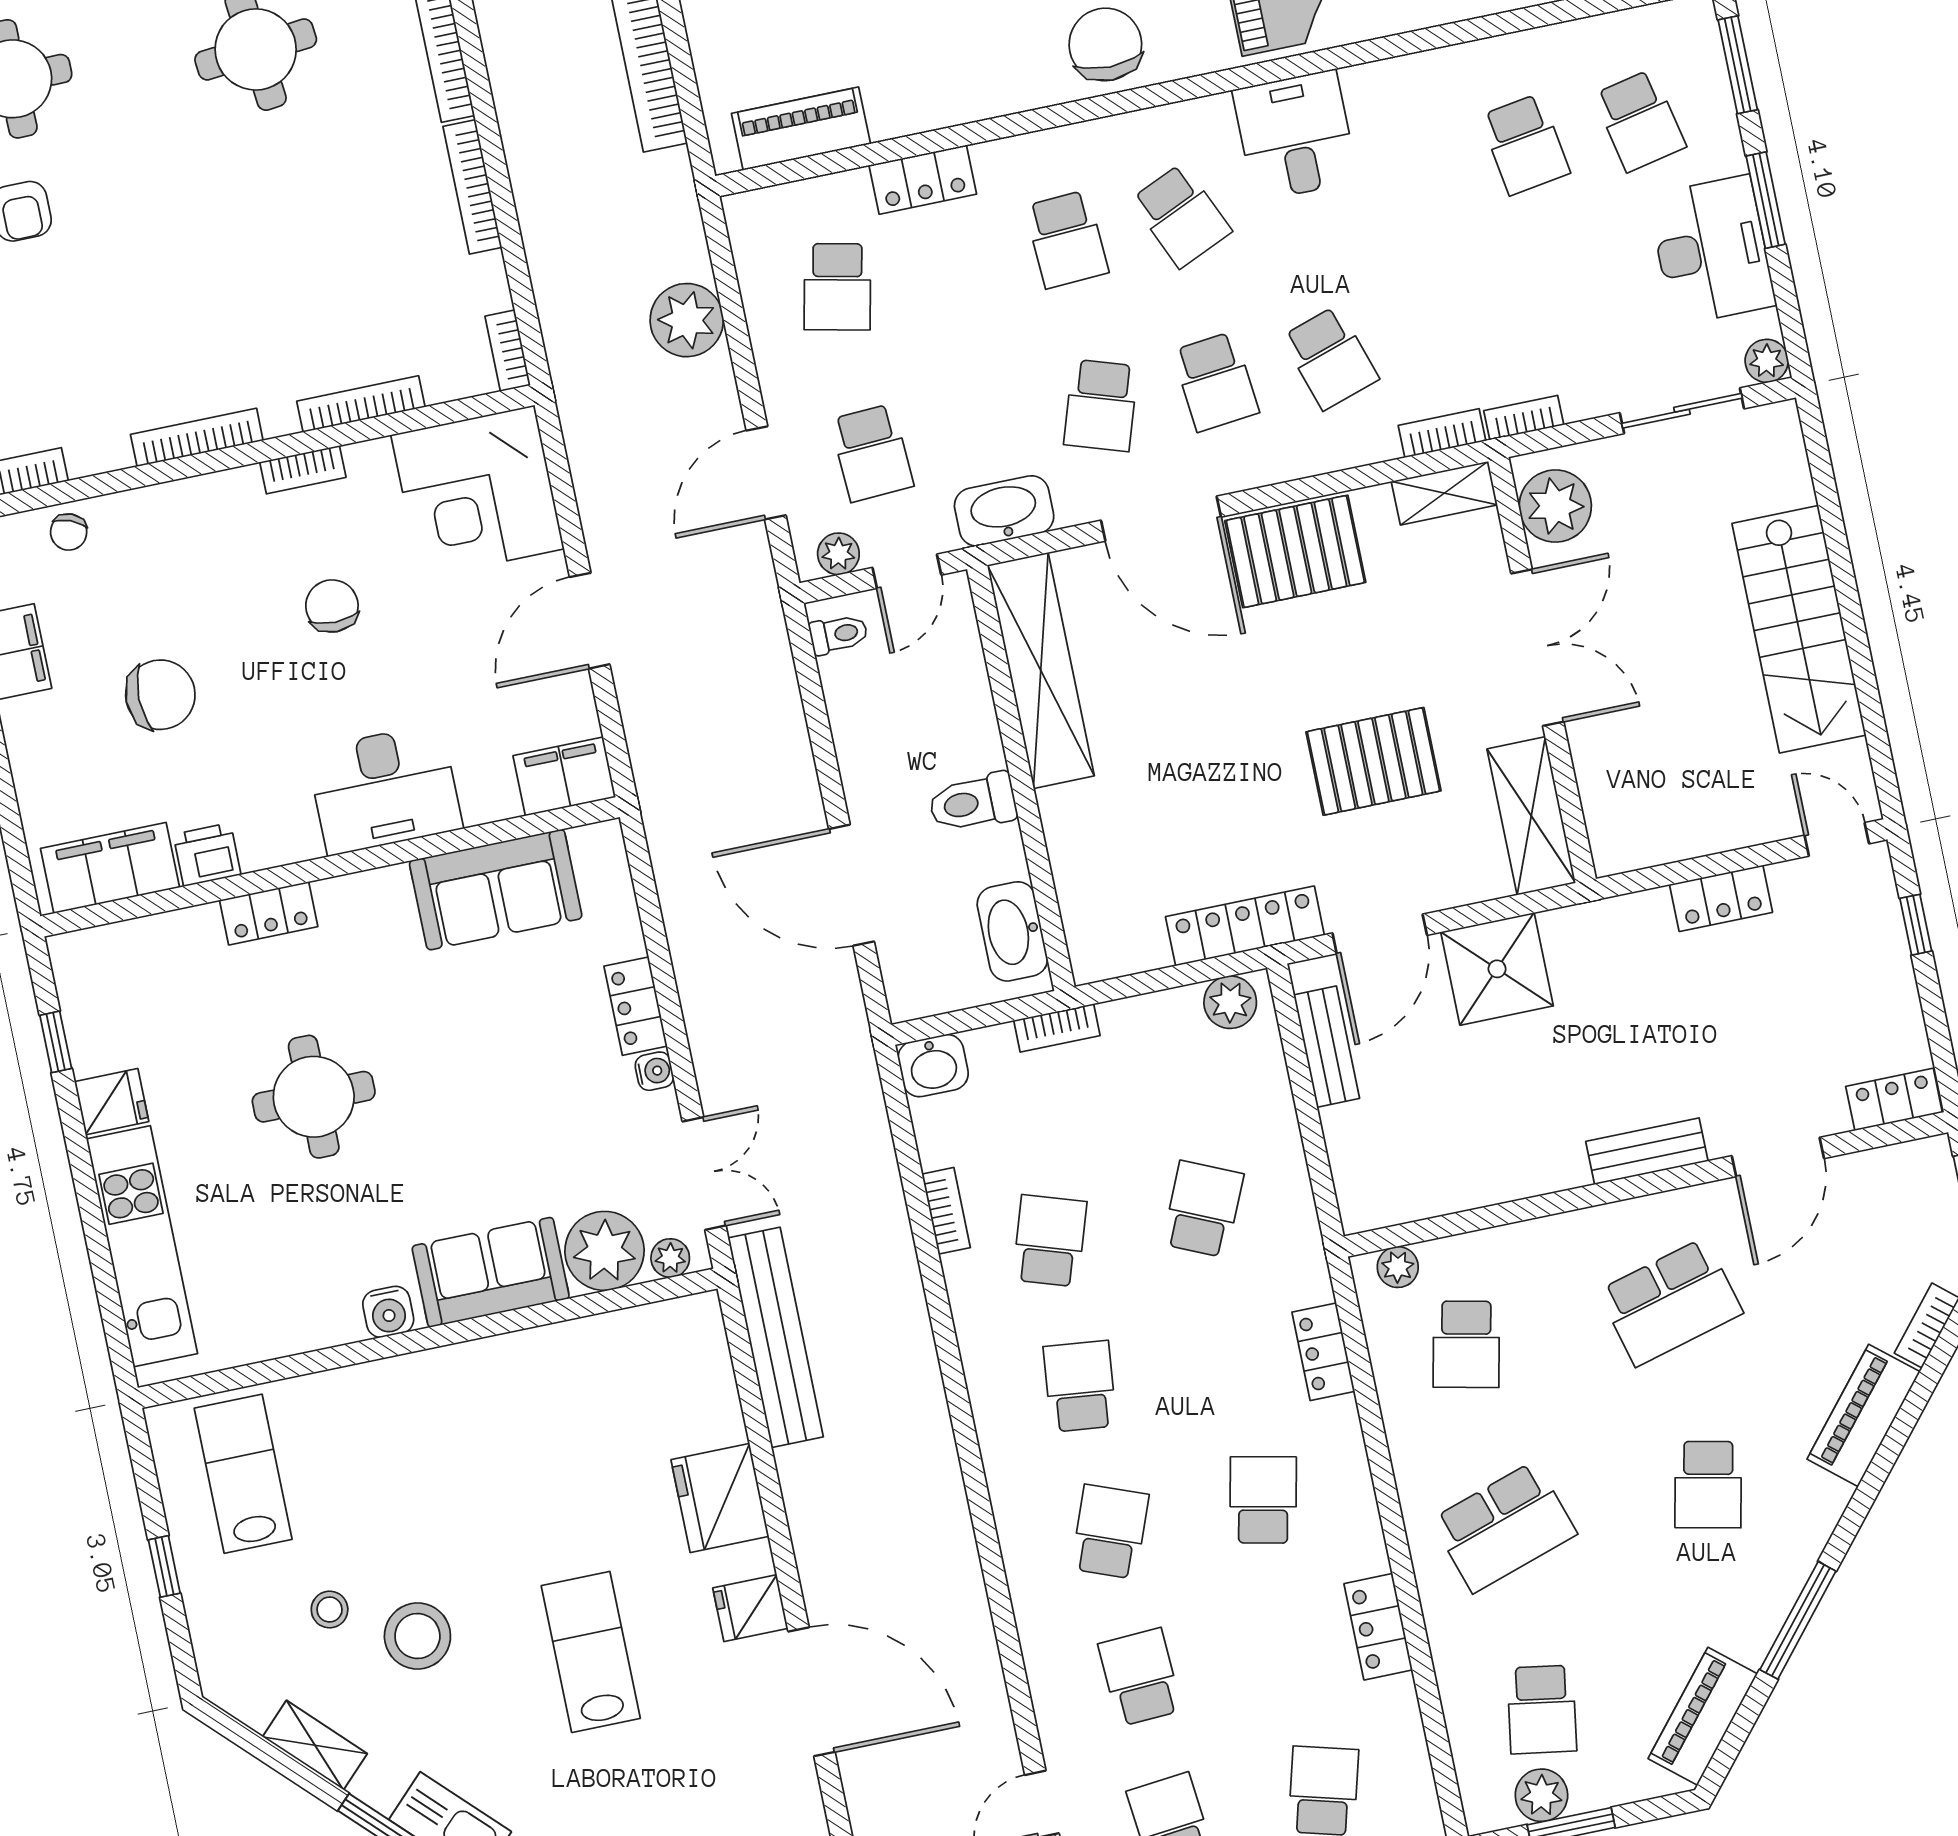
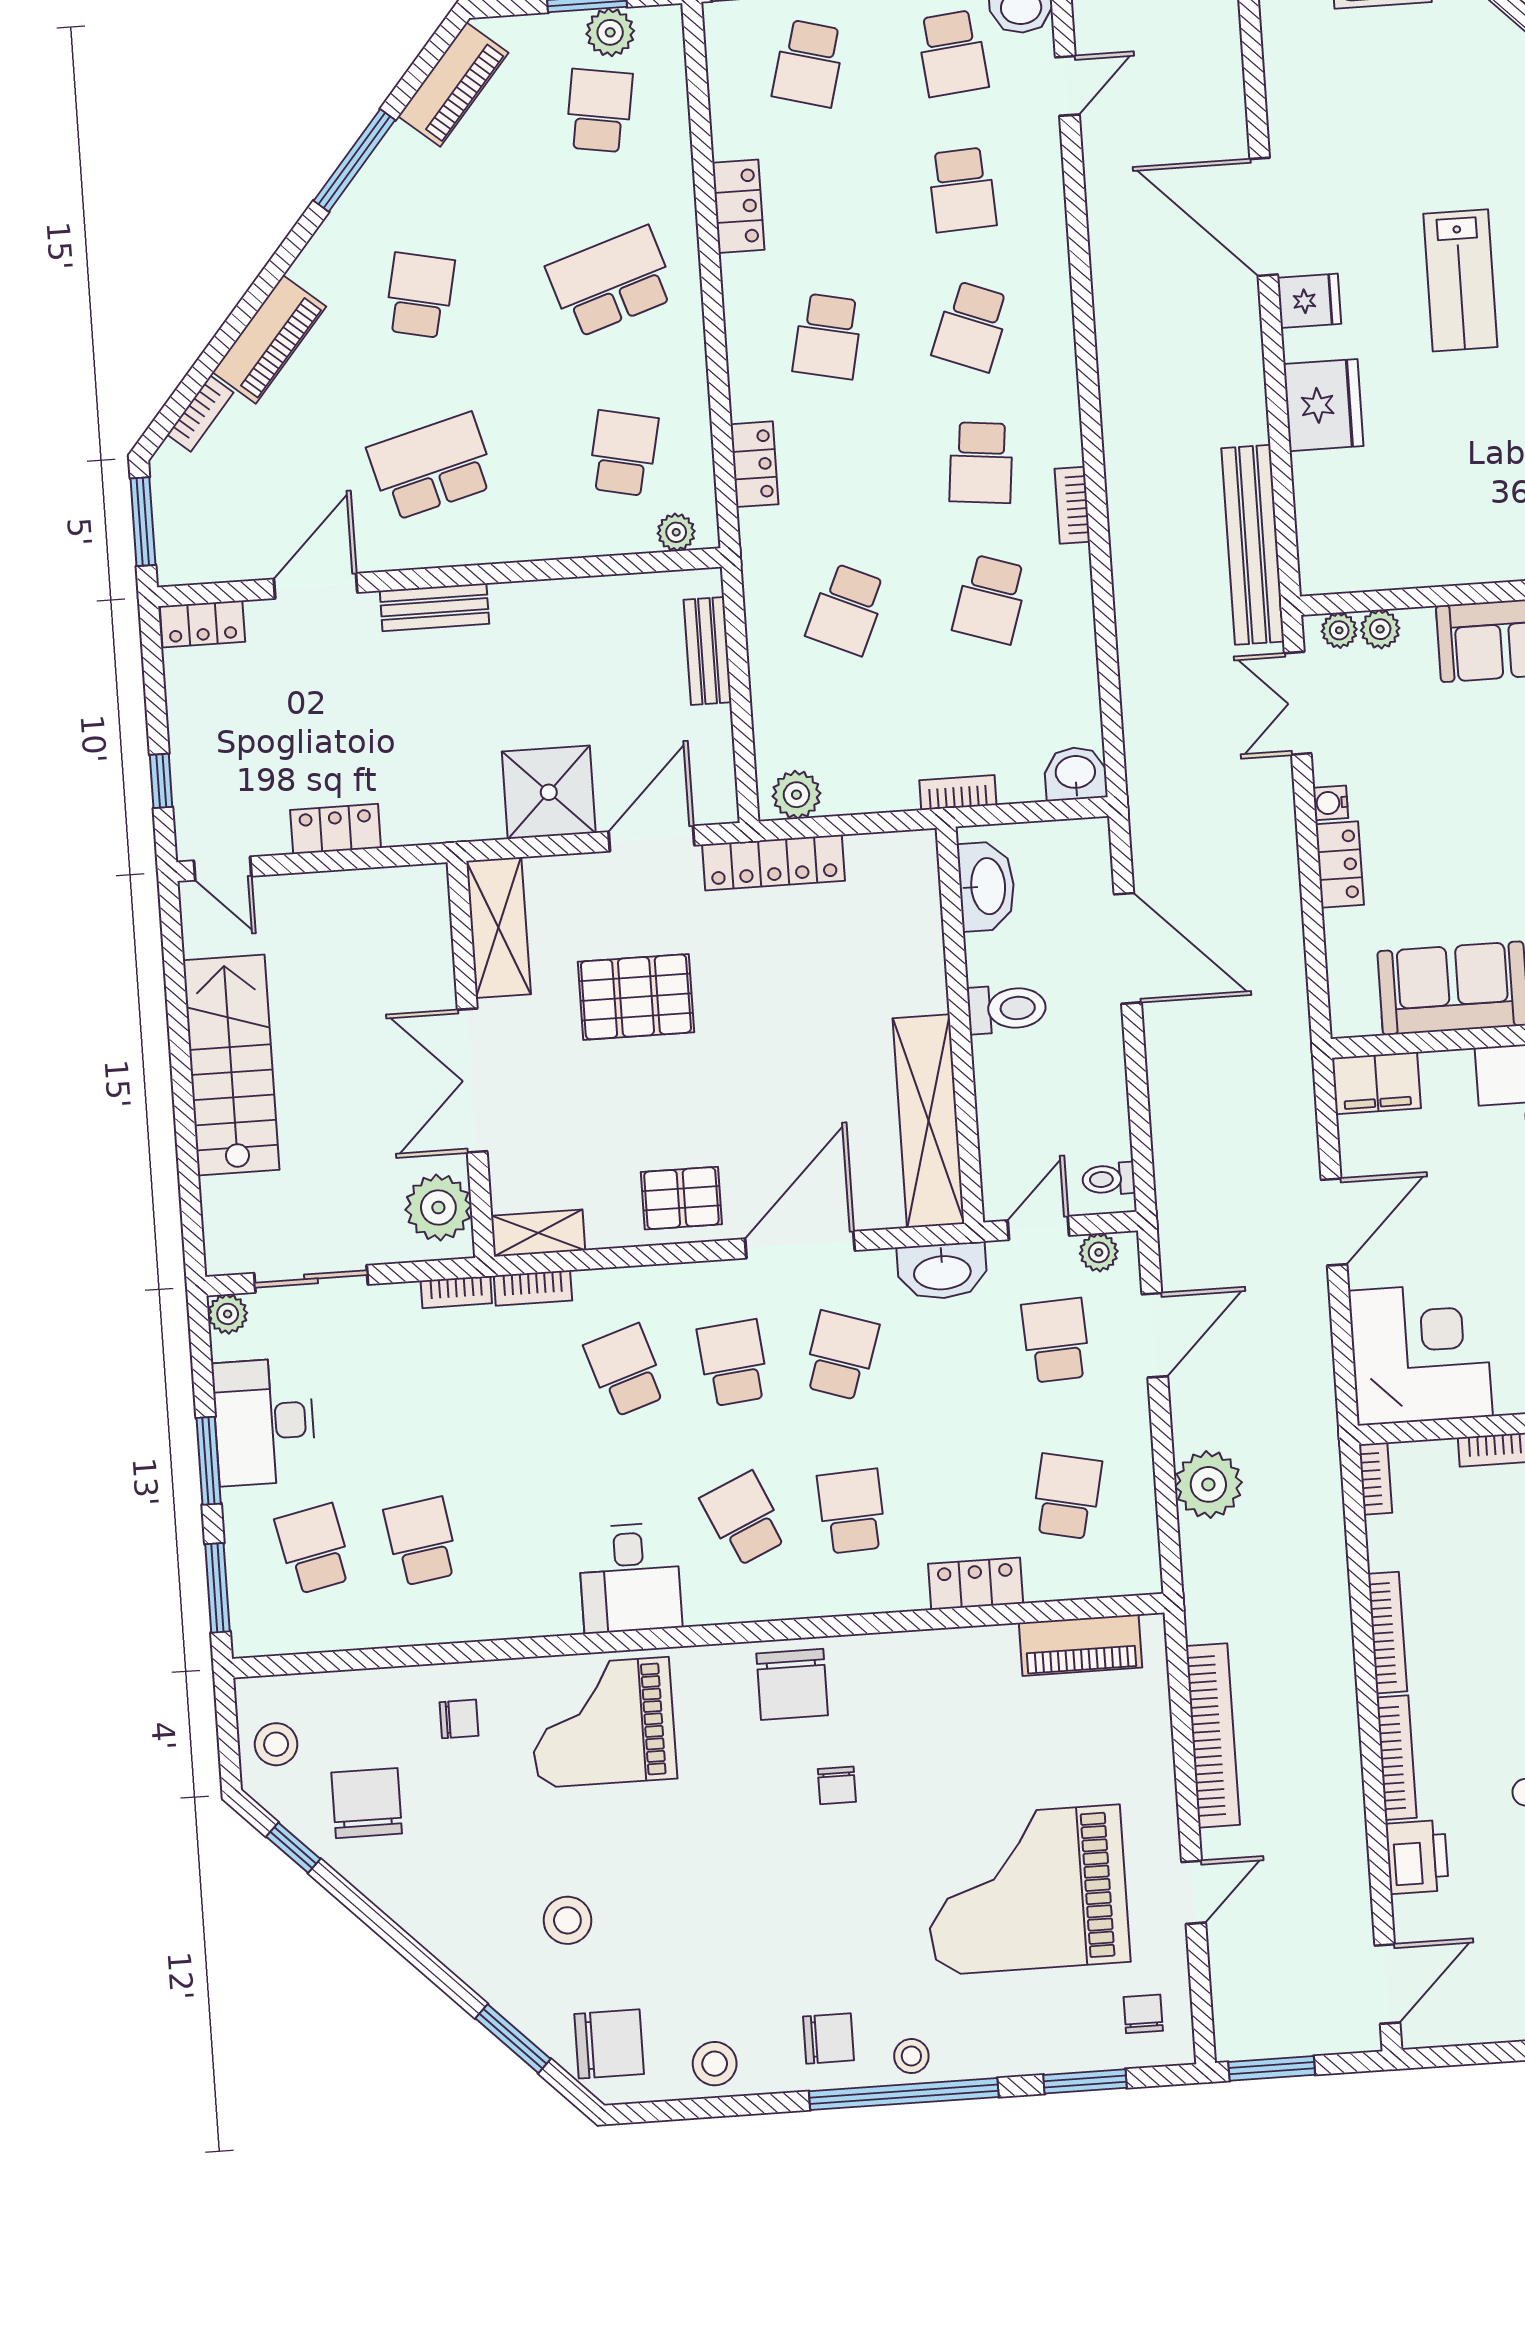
door: (1161, 519) -> (800, 1245), hinge flipped
pallet: (1295, 551) -> (681, 1198), width x0.67, depth x0.71
bench: (1327, 1047) -> (707, 651), moved
bookcase: (946, 1211) -> (1072, 505), moved
plant: (604, 1251) -> (1380, 629), width x0.53, depth x0.53

